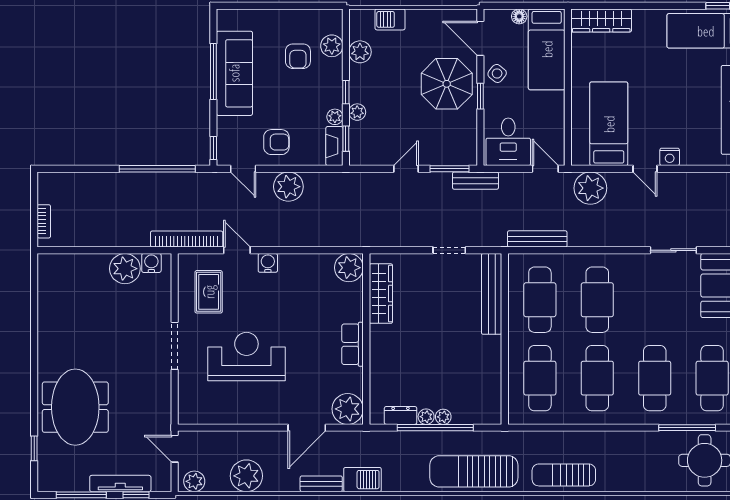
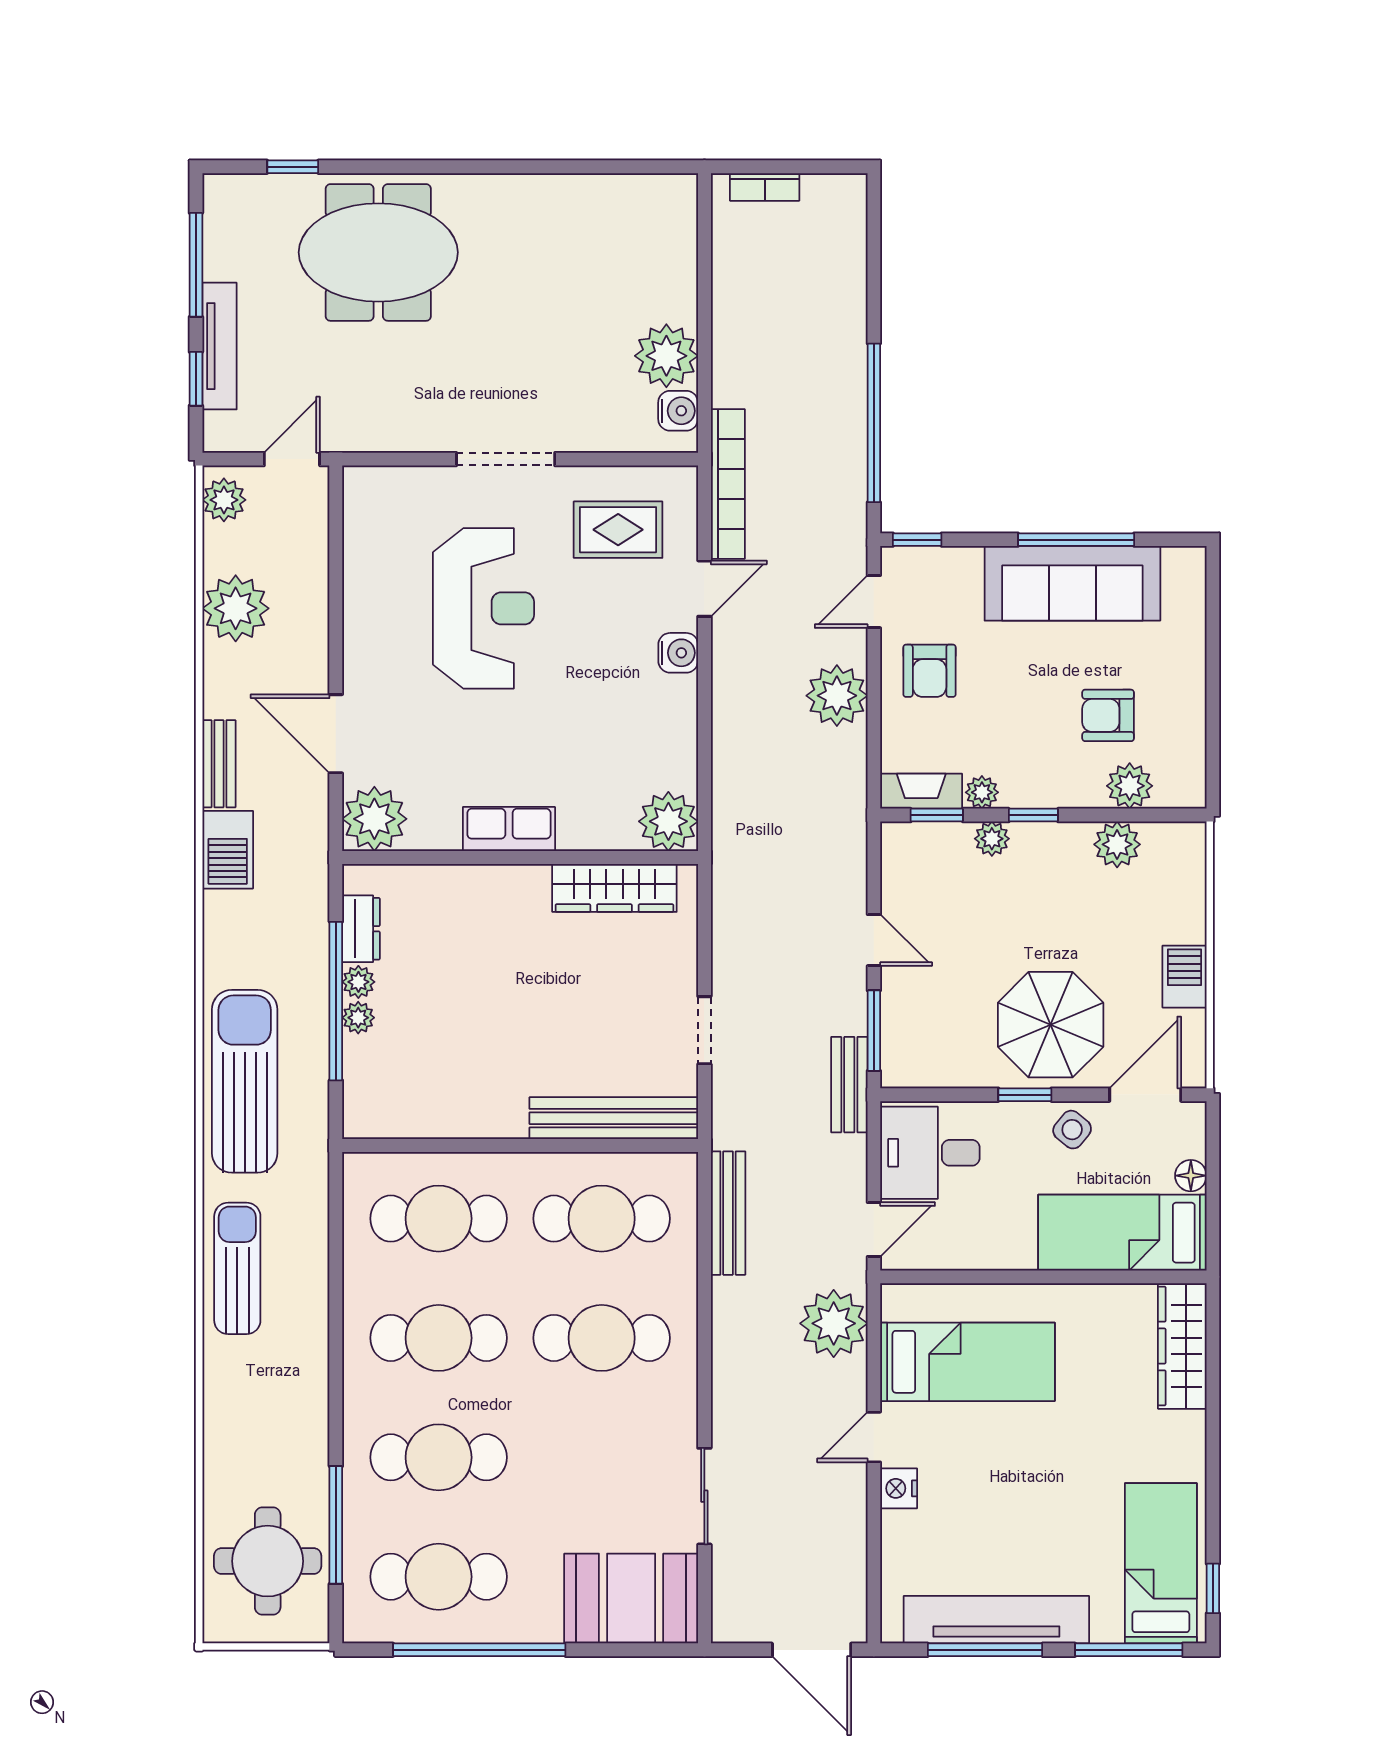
barbecue: (390, 19) -> (1184, 977), moved

